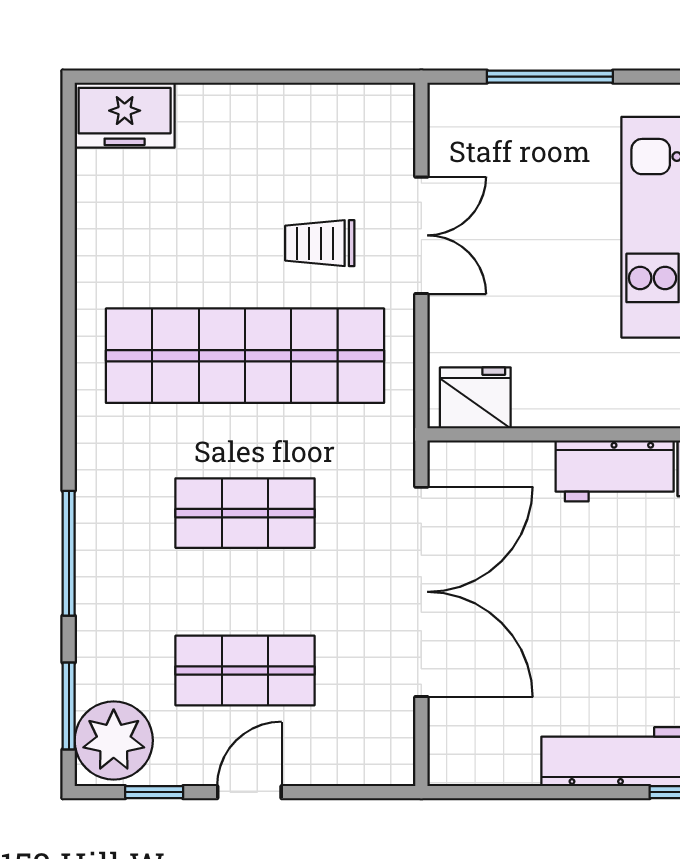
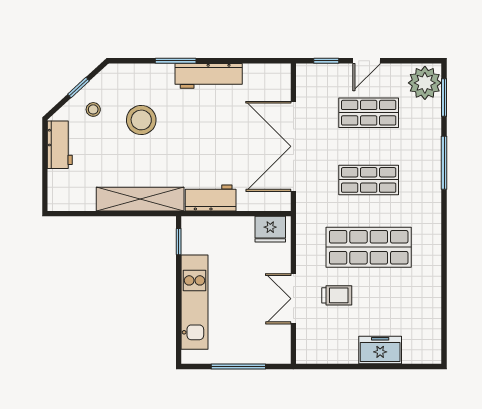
freezer: (125, 115) -> (380, 350), moved
shop shelf: (245, 356) -> (369, 247), width x0.71
window: (154, 792) -> (326, 61), moved

